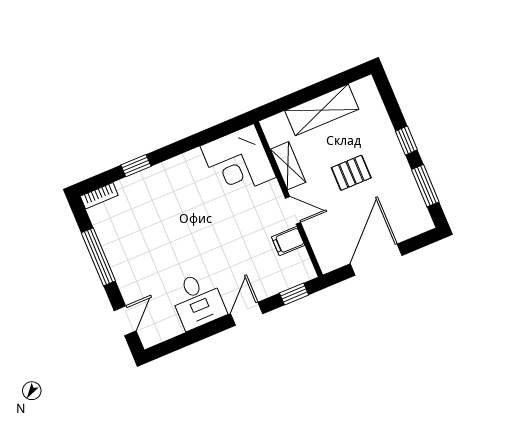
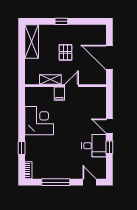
shelving: (322, 110) -> (32, 41), moved
corner desk: (238, 162) -> (39, 121), moved, turned -90
window: (425, 186) -> (85, 21), removed
filing cabinet: (288, 241) -> (59, 94), moved
window: (294, 294) -> (109, 147), moved

